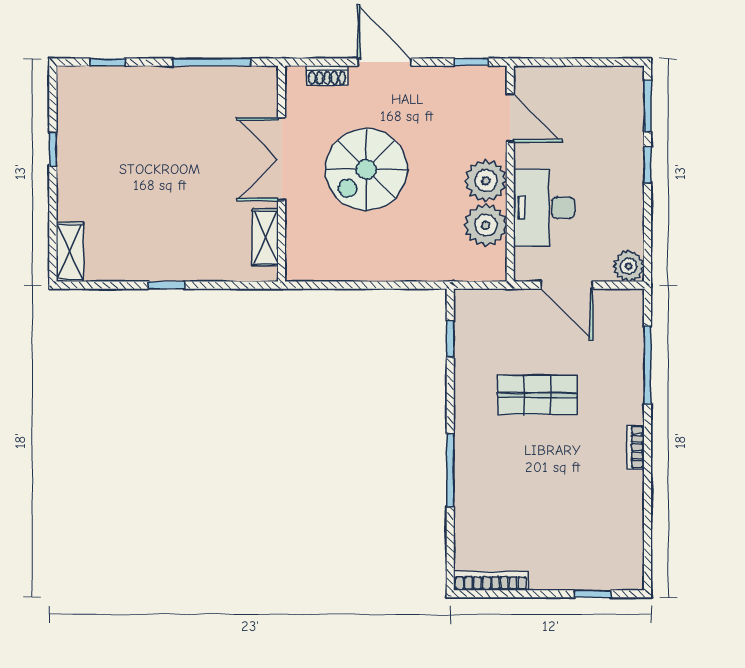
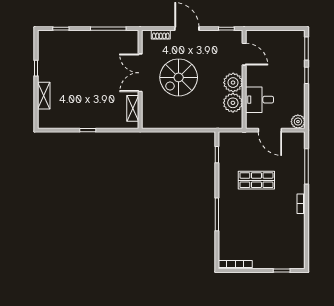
desk: (544, 208) -> (260, 100), width x0.73
shelving: (70, 252) -> (44, 96), moved

